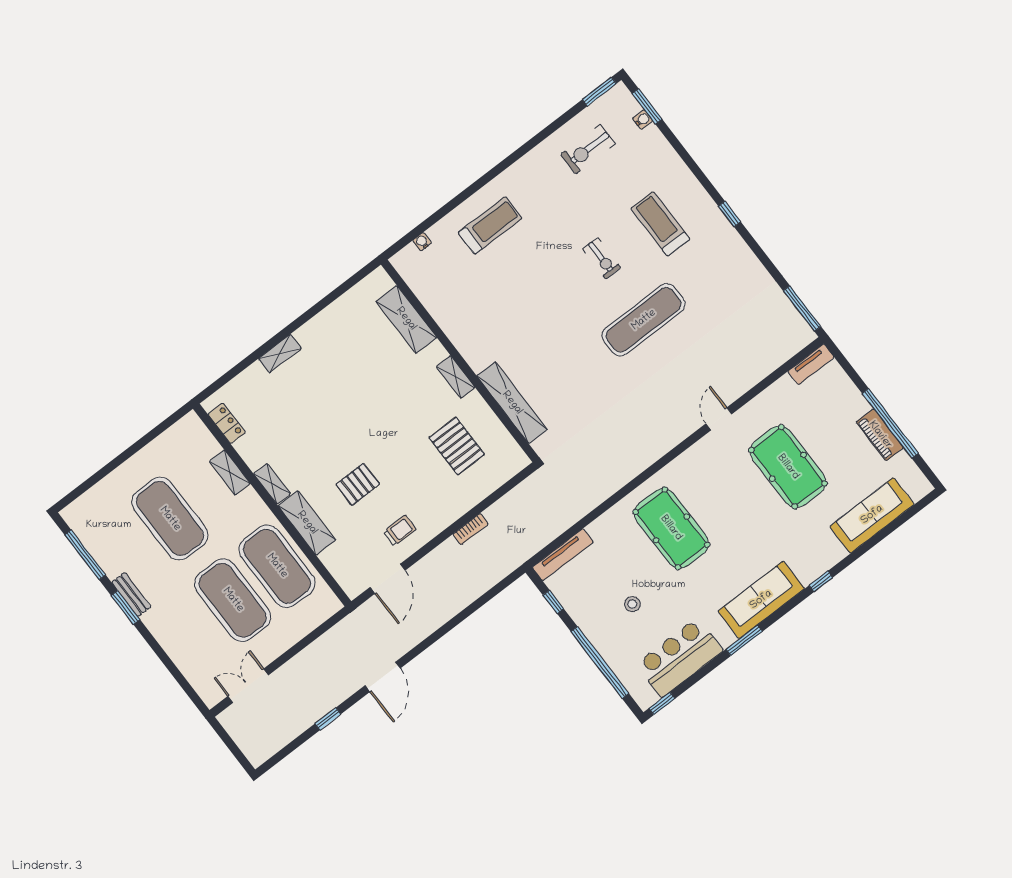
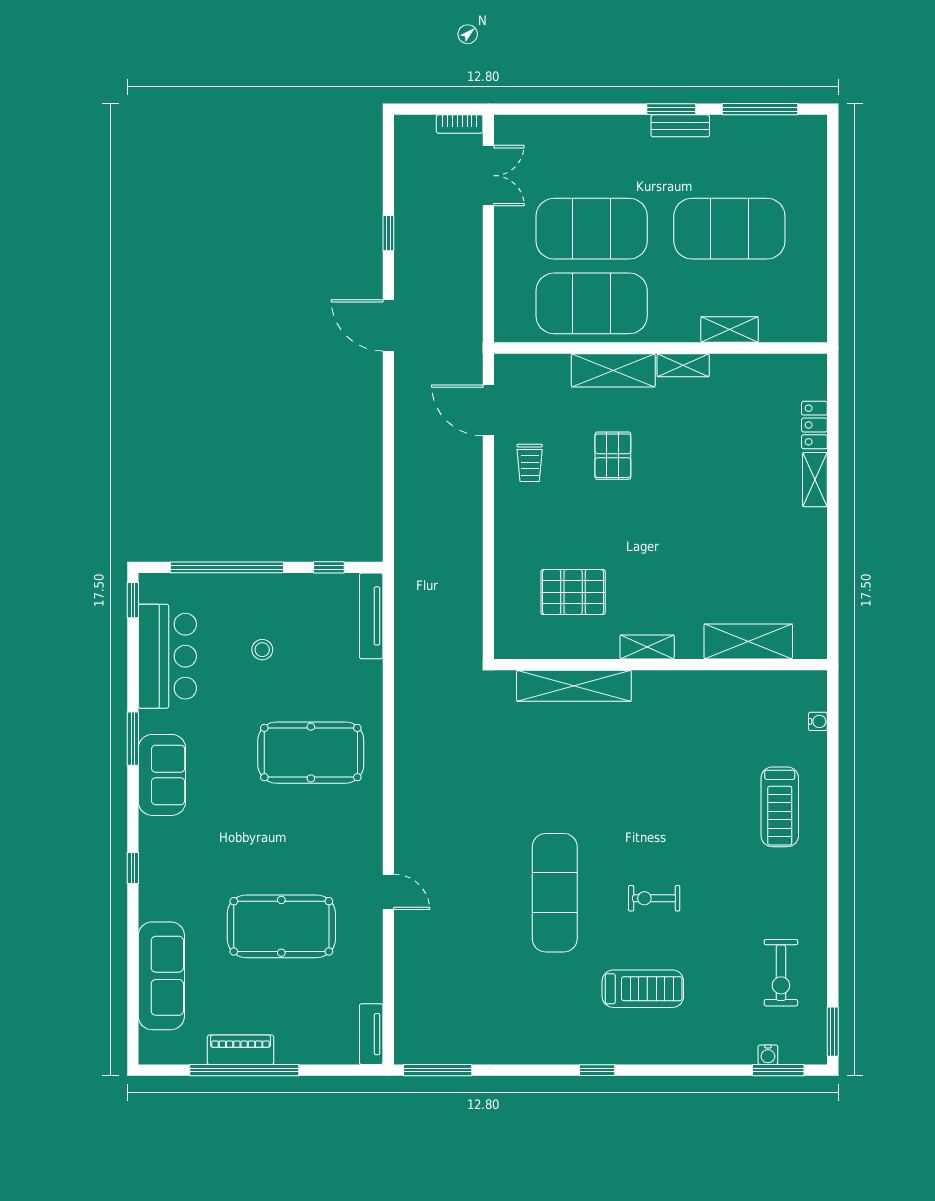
exercise bike: (588, 149) -> (781, 973), turned 180
locker: (227, 423) -> (814, 425), moved, turned 90
bookcase: (471, 529) -> (460, 124), moved, turned -90
sofa: (761, 600) -> (162, 775), width x0.73

